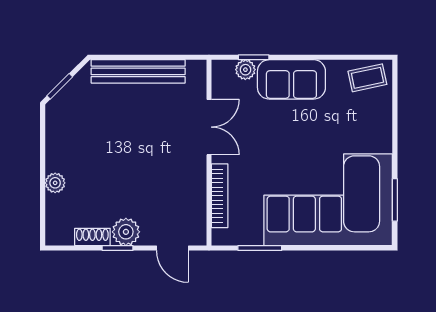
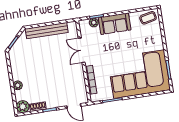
double door: (209, 127) -> (82, 50), swing flipped
plant: (126, 232) -> (23, 107), moved

